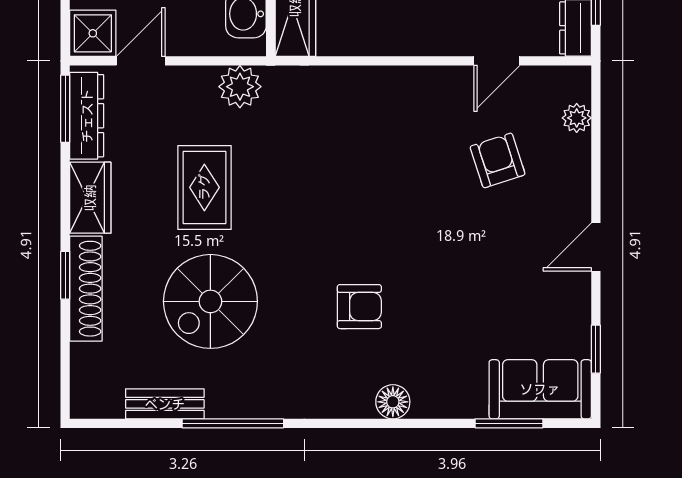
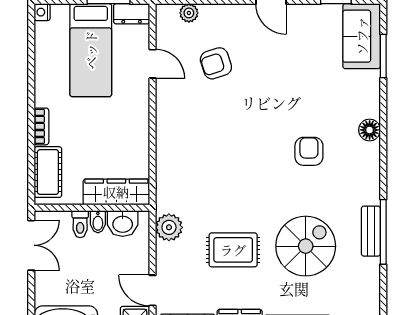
spiral stairs: (210, 301) -> (306, 246), turned -90
bench: (165, 404) -> (371, 231), moved

